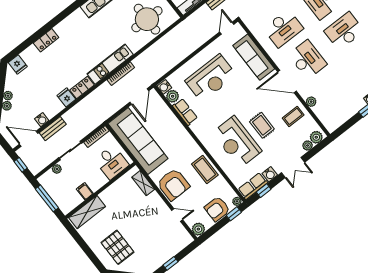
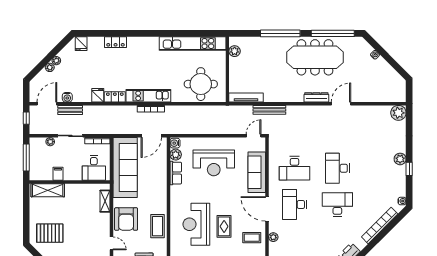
desk: (308, 60) -> (295, 205), turned 180
door: (29, 139) -> (47, 104), hinge flipped
pallet: (117, 247) -> (50, 233), turned 90

